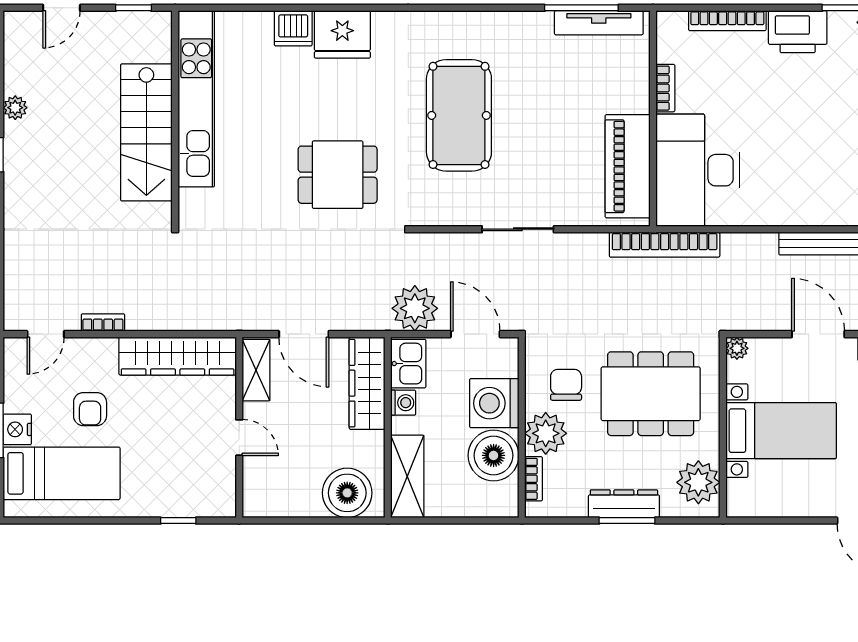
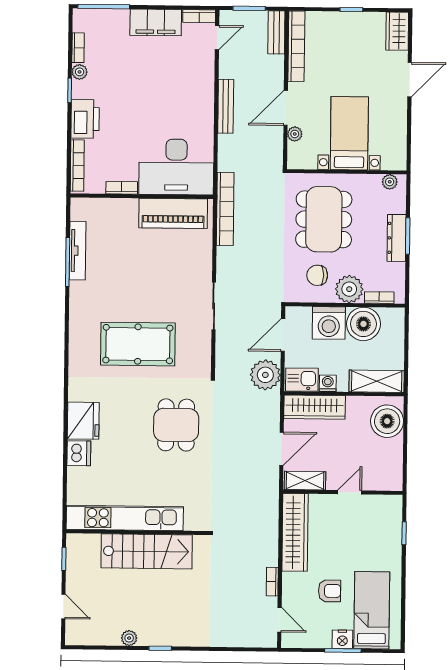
bookcase: (665, 88) -> (122, 188), moved
wall: (653, 119) -> (142, 196), moved
piano: (628, 166) -> (173, 213), moved
desk: (698, 170) -> (176, 167), moved
plant: (737, 348) -> (295, 134), moved
plant: (698, 482) -> (390, 182), width x0.53, depth x0.53

